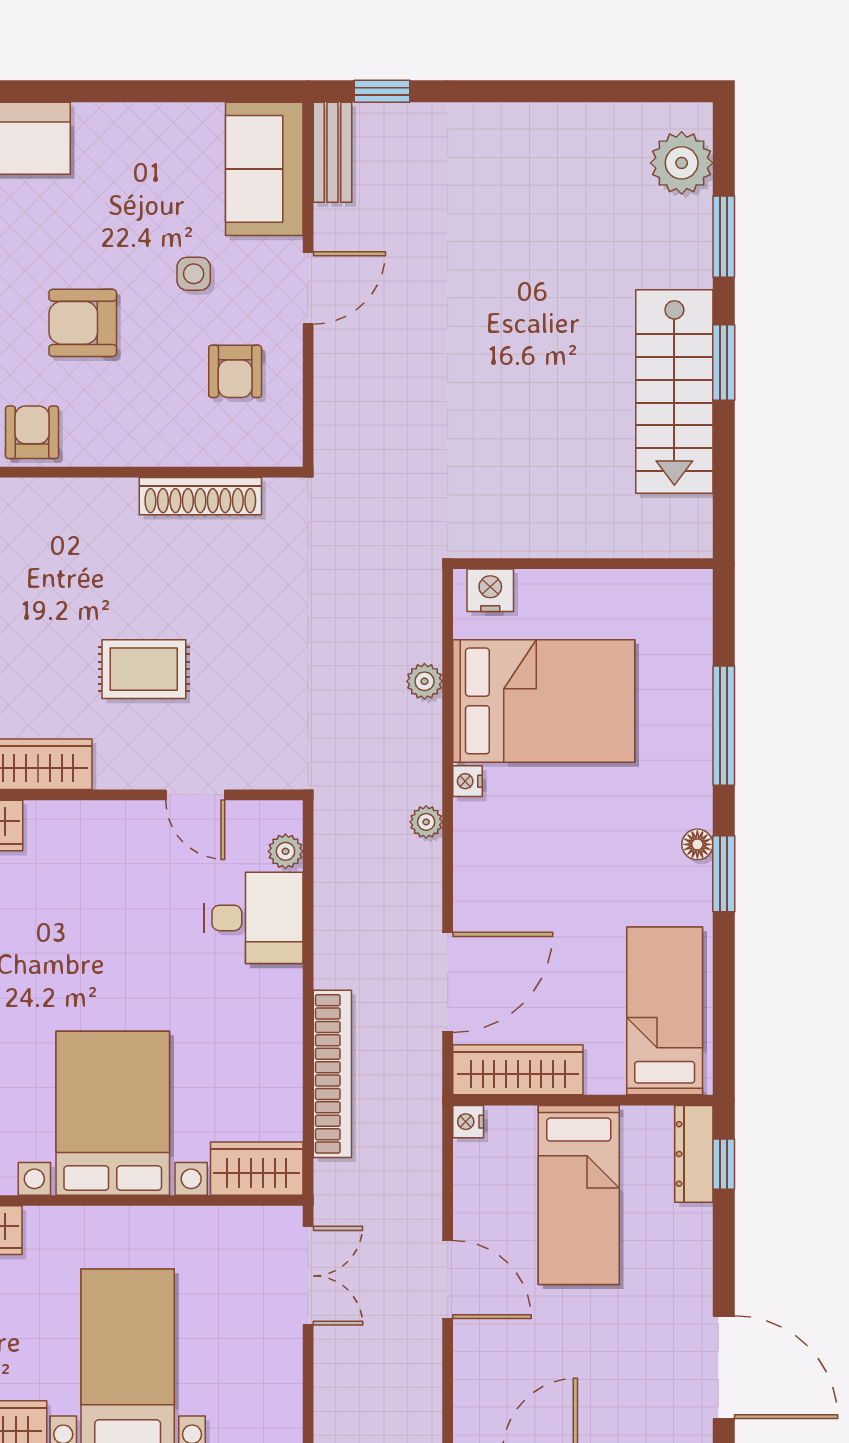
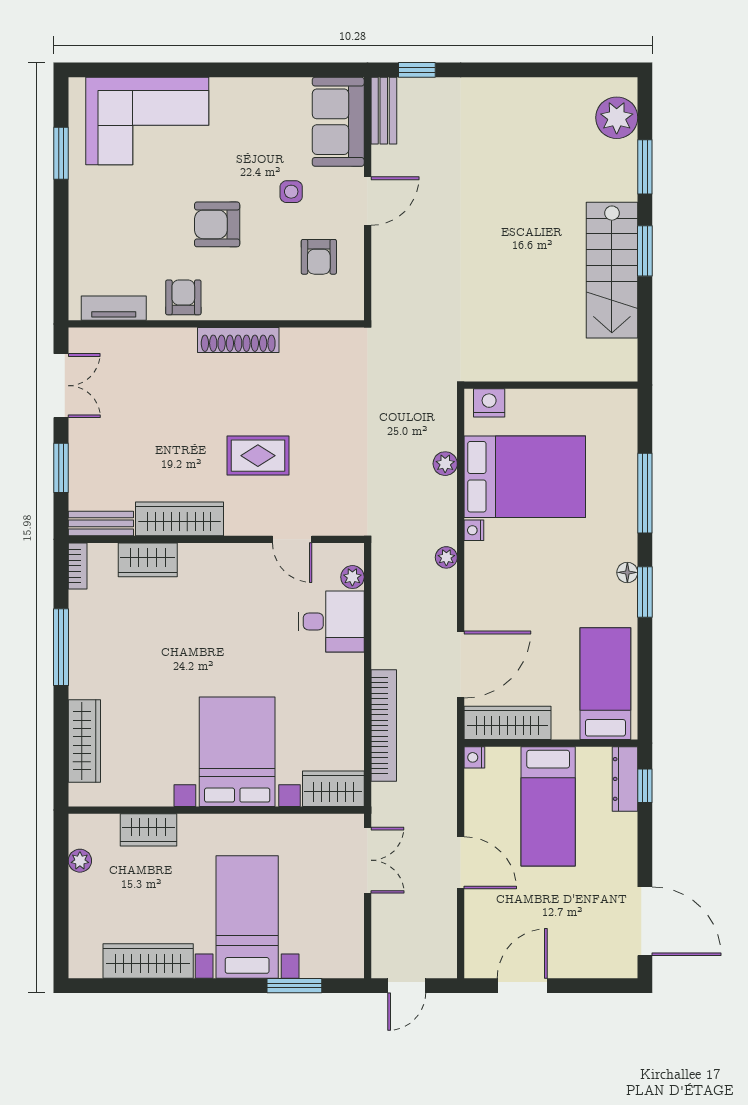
shoe rack: (200, 496) -> (238, 340), moved

